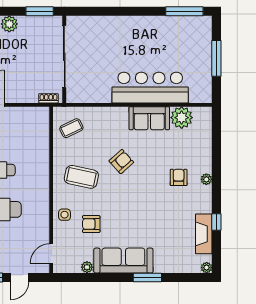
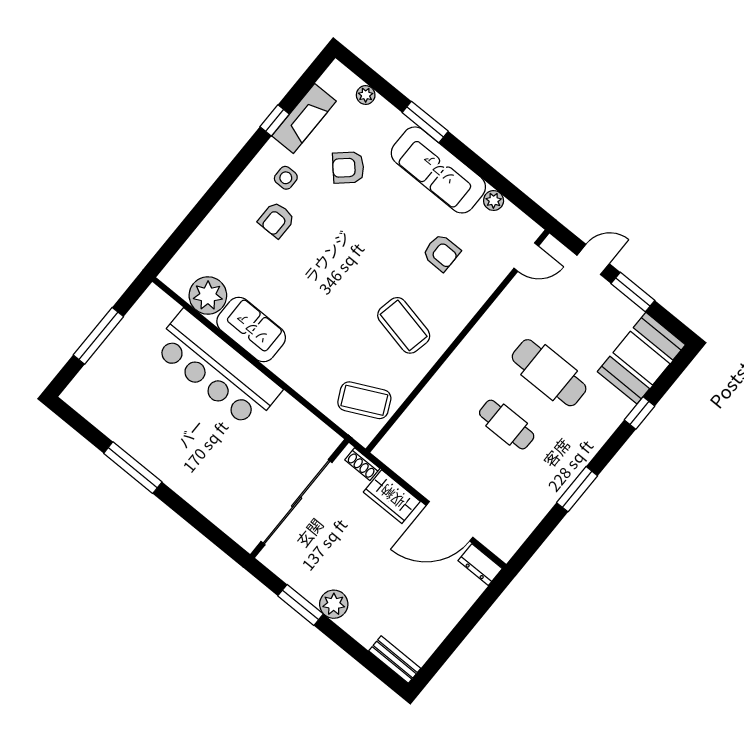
window: (40, 11) -> (301, 605), moved
window: (184, 11) -> (133, 468), moved
wardrobe: (23, 94) -> (392, 497), added
coffee table: (71, 128) -> (364, 400), width x1.36, depth x1.30
armchair: (121, 162) -> (348, 168), moved
plant: (206, 179) -> (242, 188), removed
side table: (65, 215) -> (286, 178), moved
plant: (207, 268) -> (366, 95), moved

